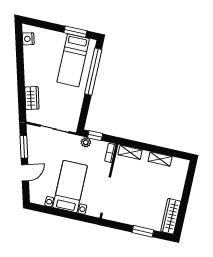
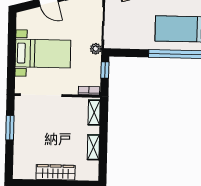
plant: (86, 142) -> (96, 49), moved
wardrobe: (171, 216) -> (56, 172), moved
window: (143, 231) -> (10, 128), moved

